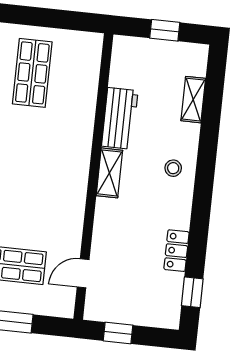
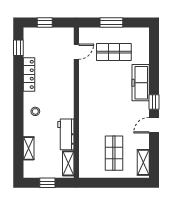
shelving: (109, 173) -> (68, 163), moved
locker: (177, 251) -> (29, 74), width x1.53
window: (118, 333) -> (45, 22), moved

